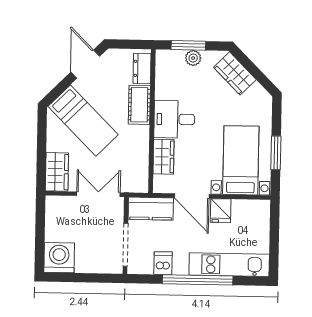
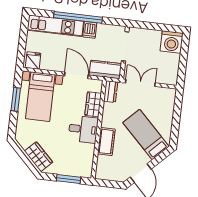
plant: (193, 58) -> (66, 170), removed
dresser: (142, 68) -> (111, 92), moved
wardrobe: (57, 172) -> (167, 101), removed
double door: (98, 194) -> (140, 83), swing flipped
fridge: (221, 211) -> (33, 61), moved
dishwasher: (163, 263) -> (90, 30), moved

